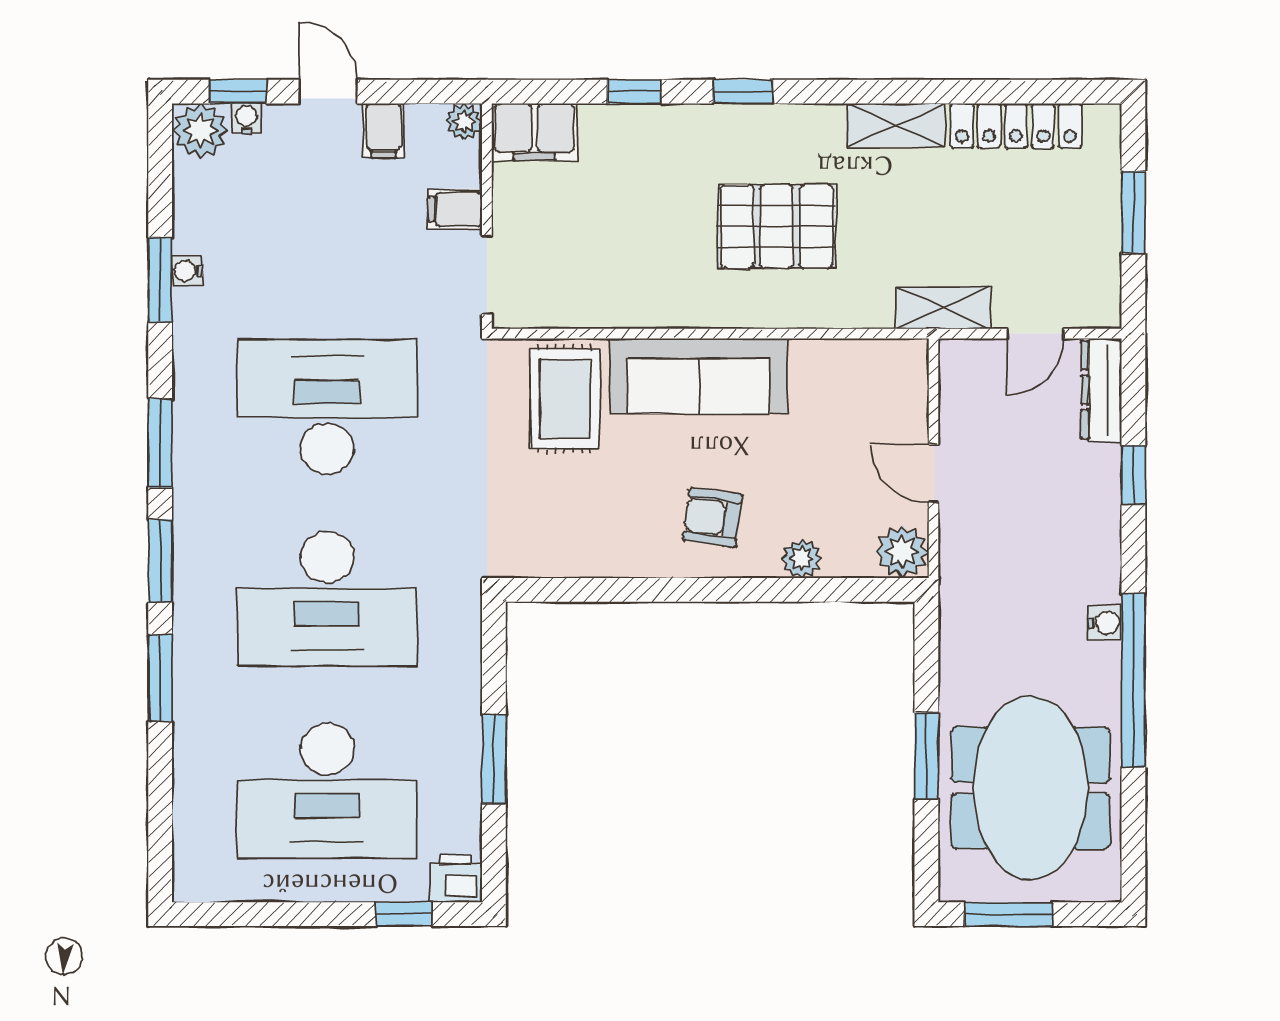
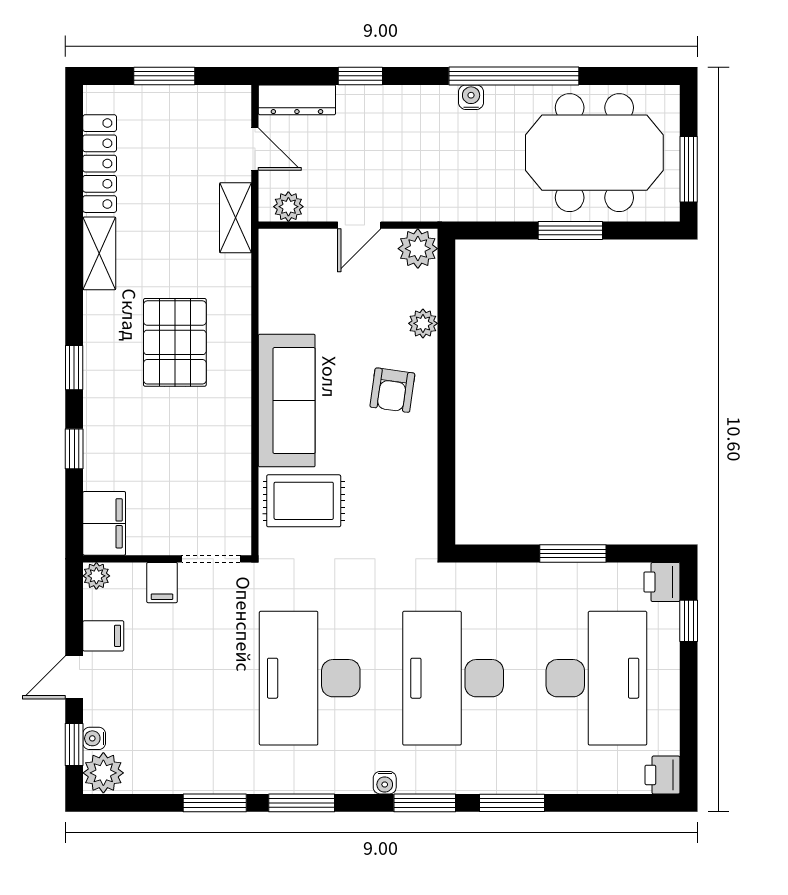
water cooler: (187, 271) -> (385, 783), moved
plant: (958, 379) -> (288, 207), added
window: (160, 443) -> (302, 803), moved
desk: (327, 599) -> (453, 678), turned 180
printer: (198, 879) -> (663, 775), added

